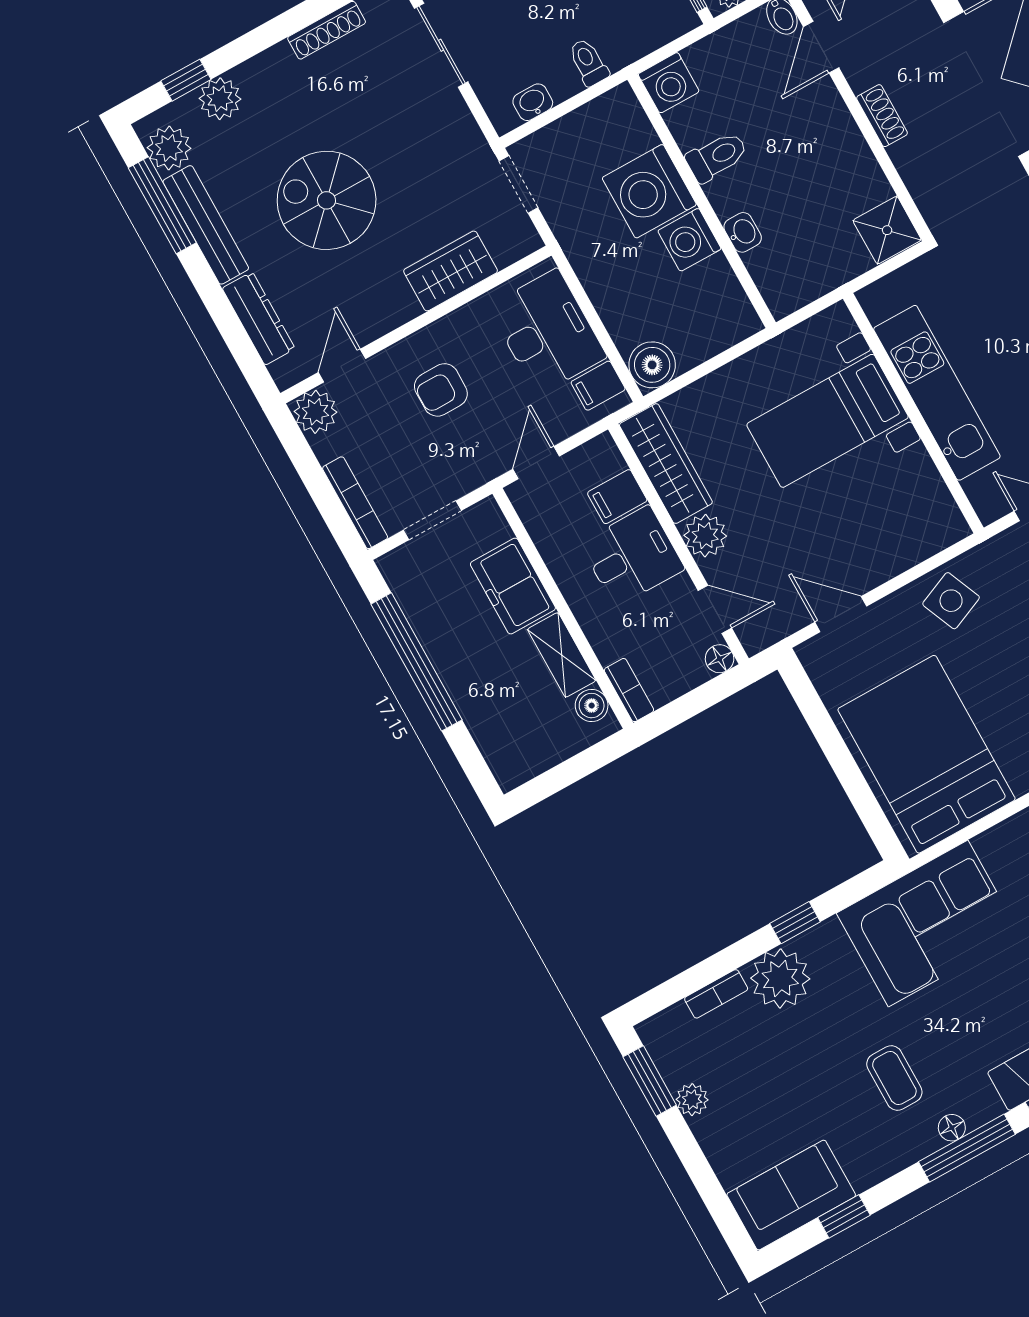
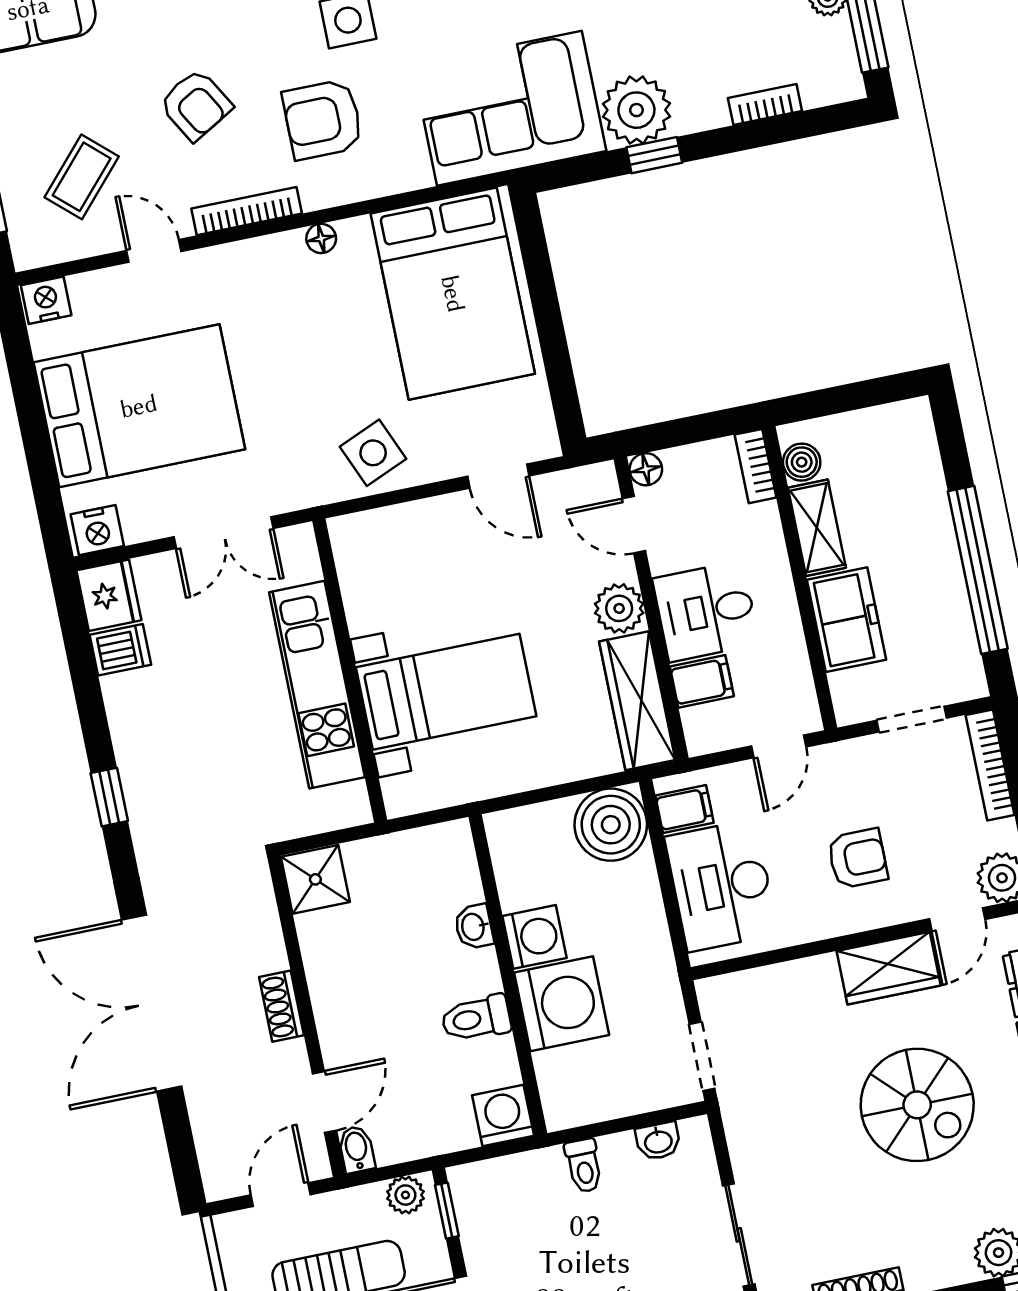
wardrobe: (451, 271) -> (889, 968), moved
boiler: (652, 365) -> (611, 825), width x1.37, depth x1.37
plant: (780, 978) -> (636, 110), moved

